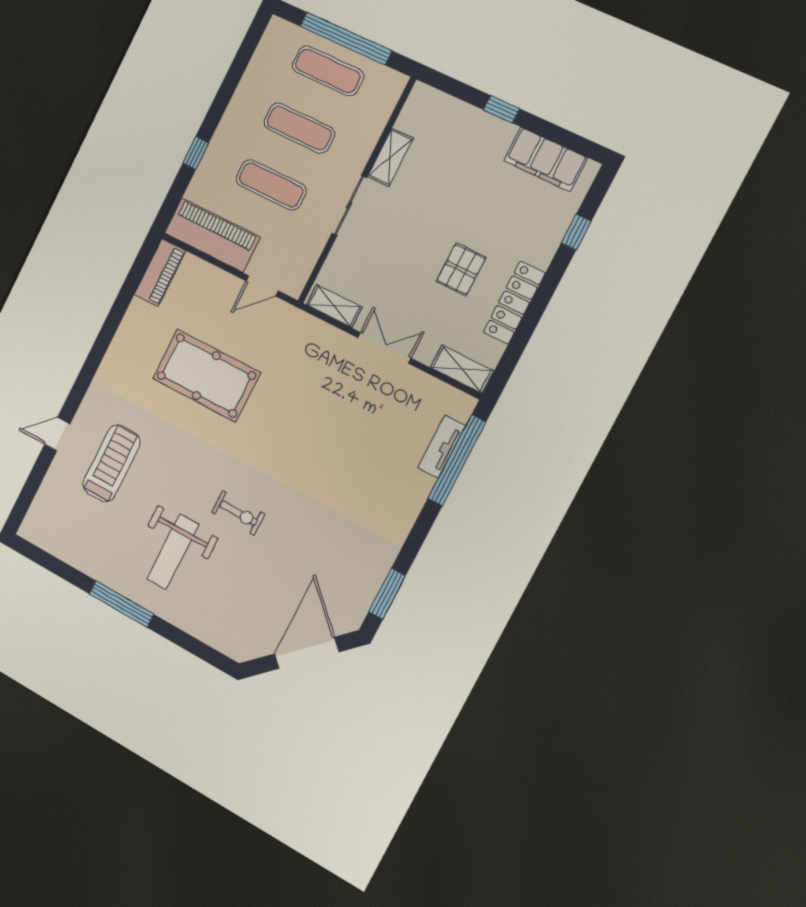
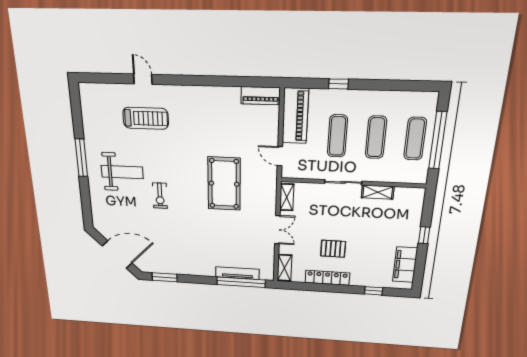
pool table: (206, 376) -> (224, 184), moved
tv unit: (442, 447) -> (237, 273), width x1.41
weight bench: (173, 552) -> (122, 172), turned 180

